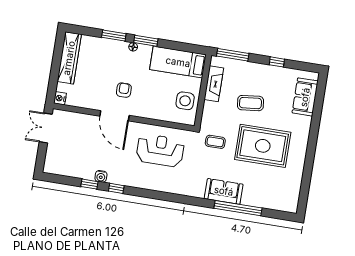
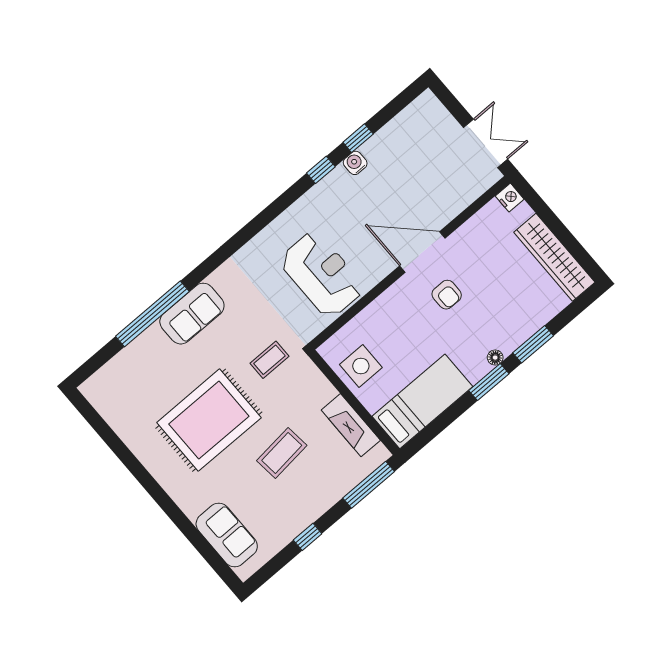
reception desk: (160, 150) -> (322, 274), turned -90

